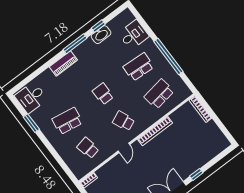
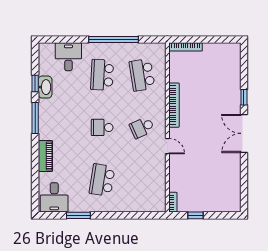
piano: (63, 63) -> (45, 156), moved
school desk: (88, 148) -> (142, 180), removed

